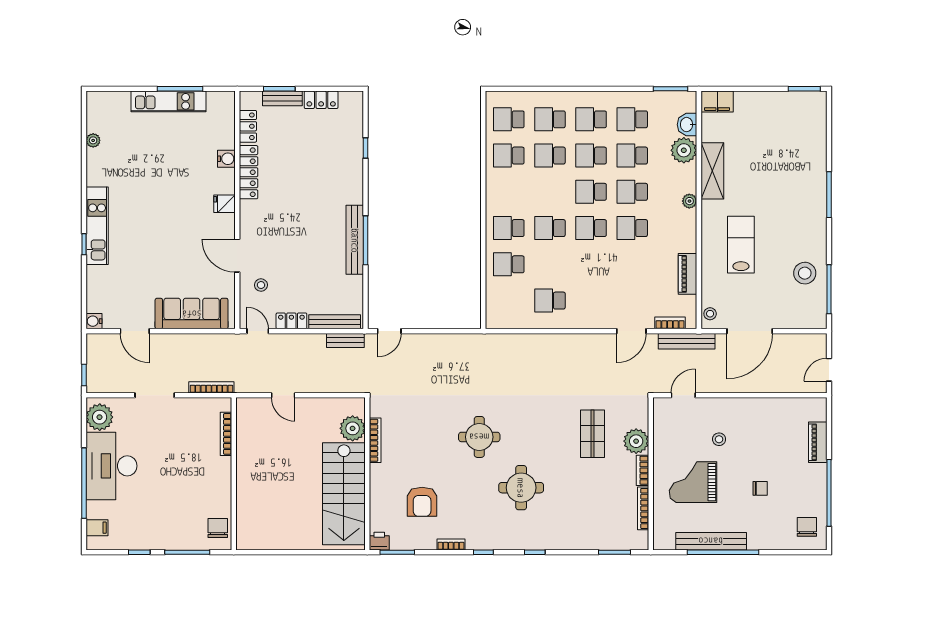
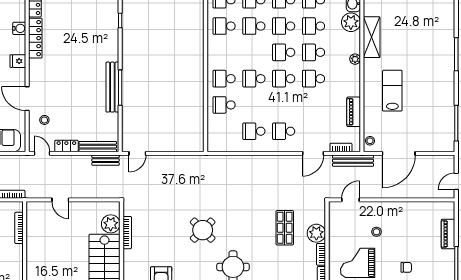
stool: (805, 273) -> (439, 111), removed
school desk: (591, 301) -> (284, 131), added
round table: (479, 437) -> (203, 230), turned 45

